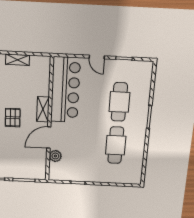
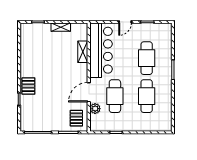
door: (97, 57) -> (125, 22), hinge flipped
shelving: (43, 109) -> (83, 52), moved
pallet: (13, 118) -> (76, 118), moved
cafe table: (79, 143) -> (115, 96), added

